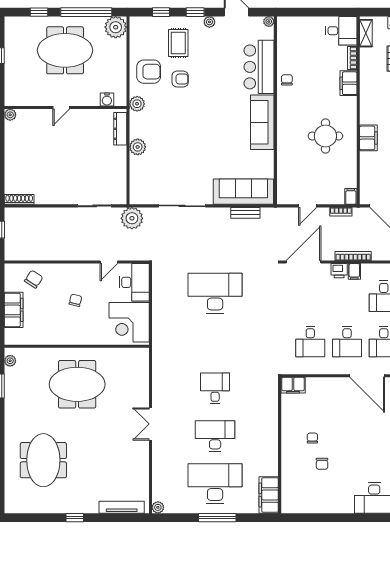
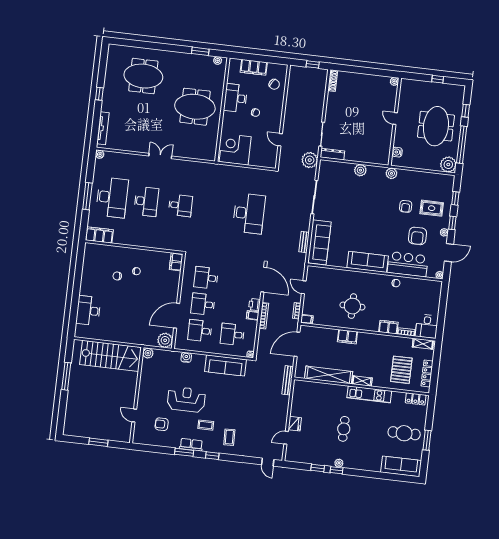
armchair: (149, 72) -> (417, 236), moved
dresser: (120, 129) -> (332, 154), moved
desk: (134, 282) -> (236, 98), moved, turned 90
meeting table: (77, 384) -> (195, 107), turned 90

